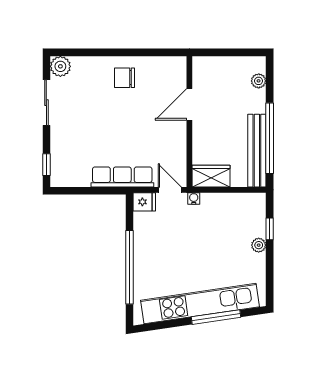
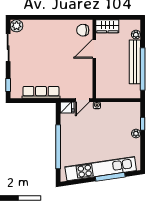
chair: (125, 78) -> (83, 30), moved
bench: (257, 151) -> (135, 62), moved
wardrobe: (211, 176) -> (107, 26), moved, turned 180
row of seats: (122, 177) -> (41, 92), moved
door: (170, 190) -> (82, 100), swing flipped

